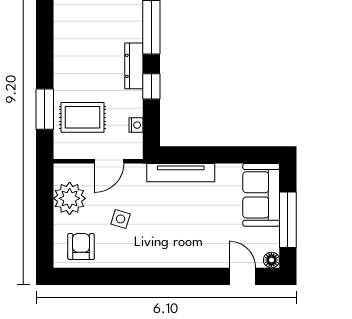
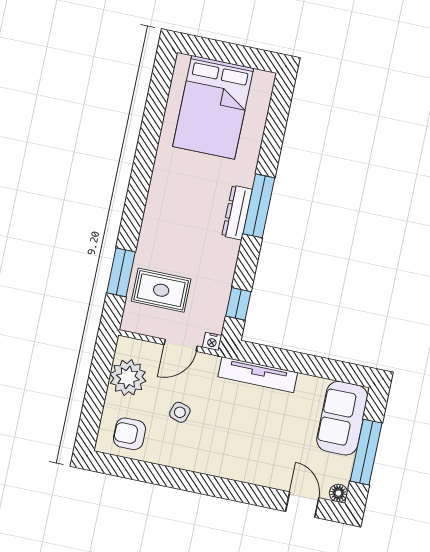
dresser: (134, 66) -> (237, 213), moved
window: (151, 86) -> (238, 304), moved
nightstand: (136, 125) -> (212, 341), moved, turned 90
armchair: (81, 247) -> (129, 434), turned -90

